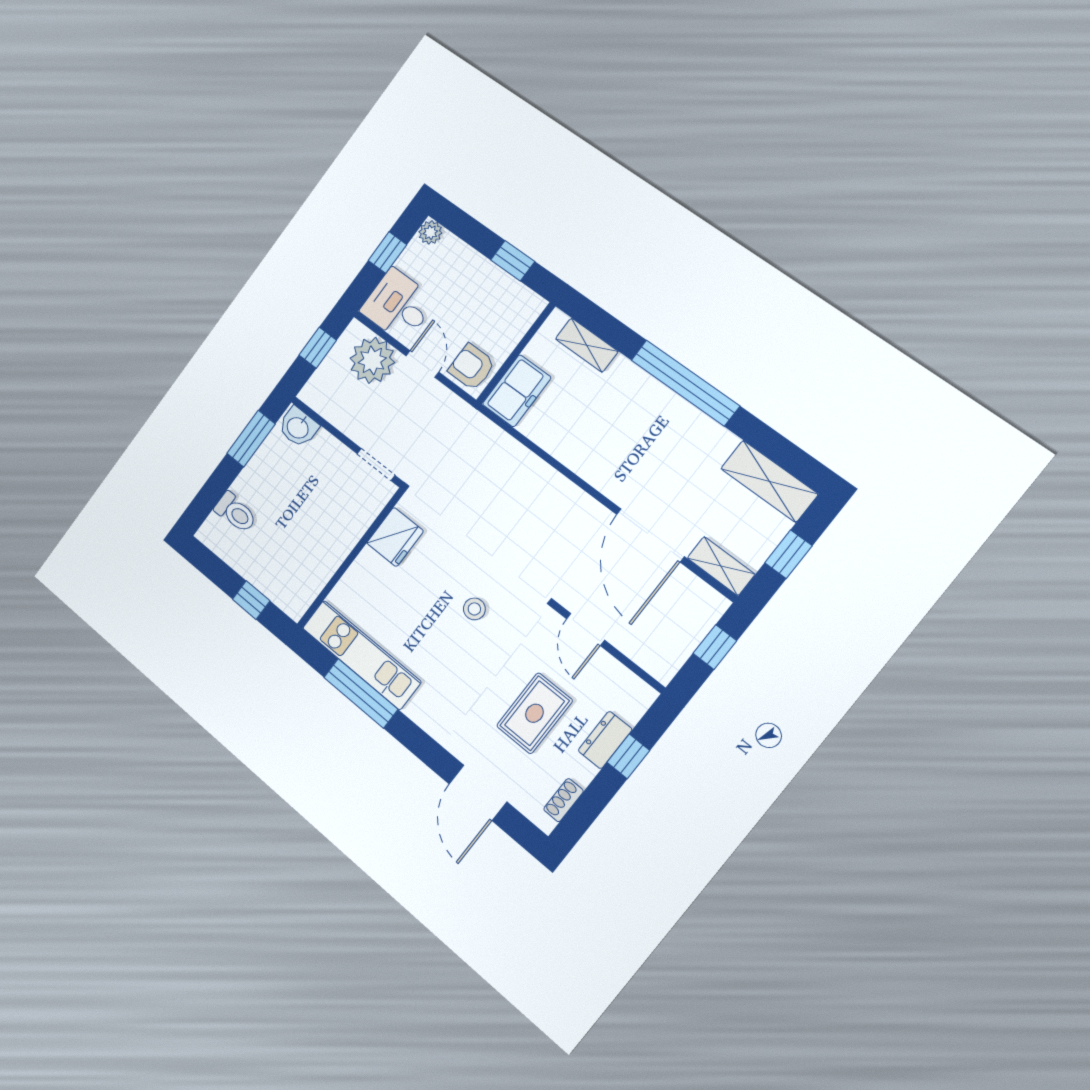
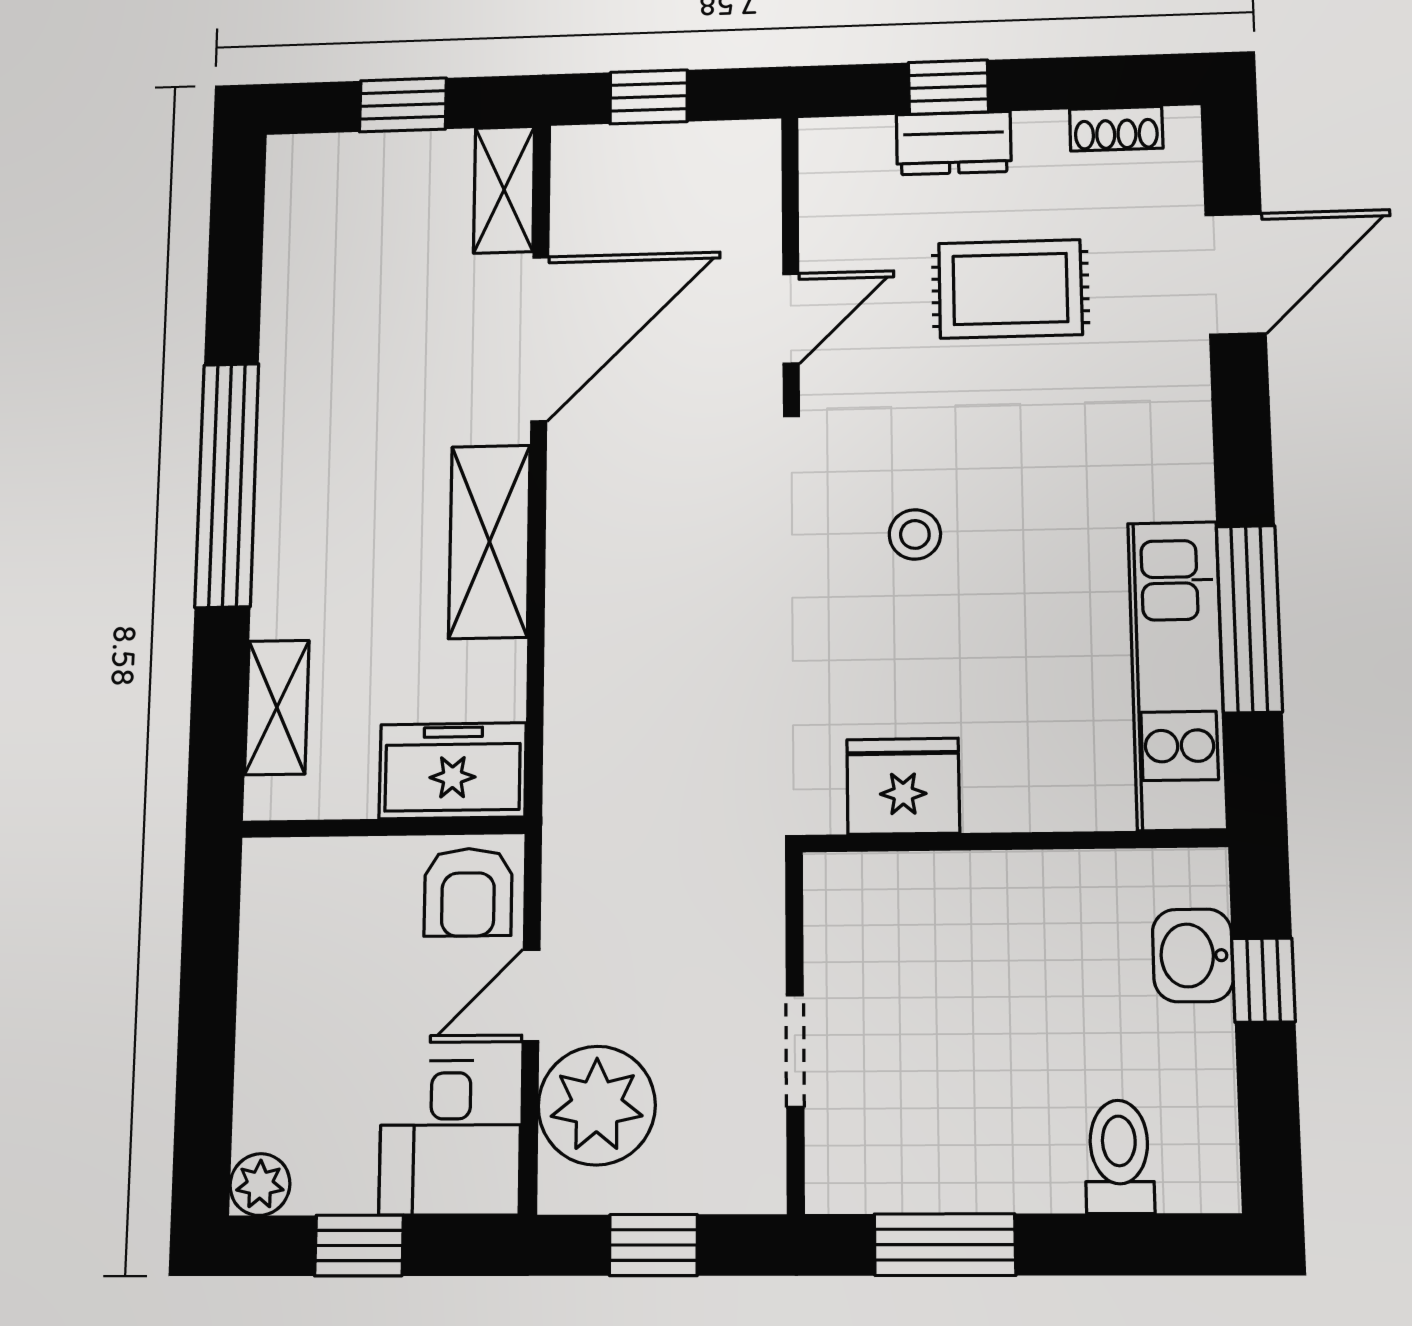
window: (513, 261) -> (209, 971), removed
washbasin: (298, 427) -> (1193, 955), moved, turned 180
doorway: (376, 464) -> (795, 1051), moved
shelving: (769, 481) -> (489, 542), moved

